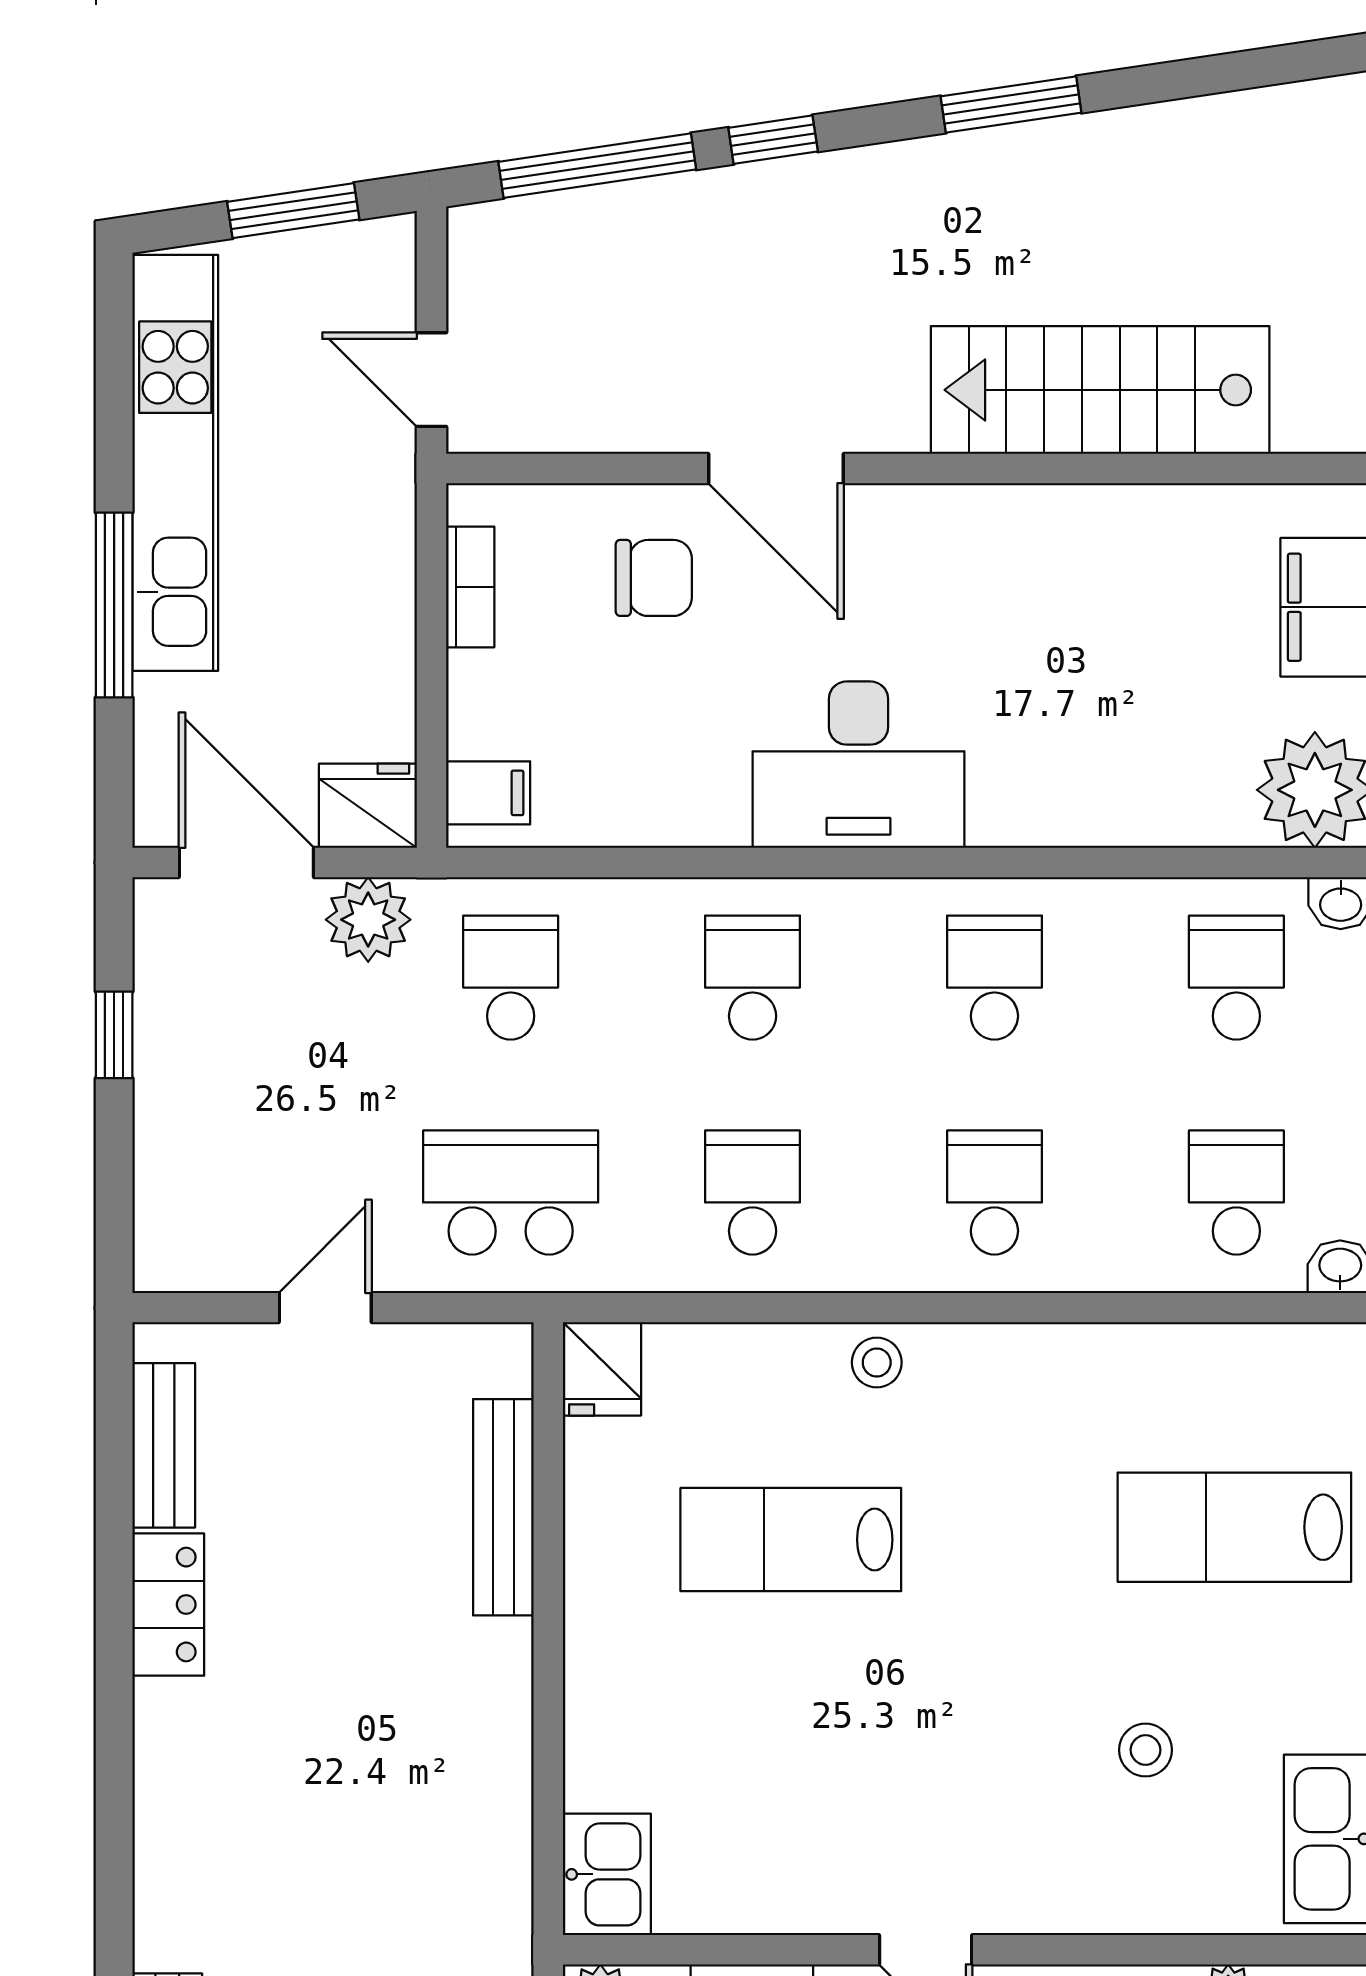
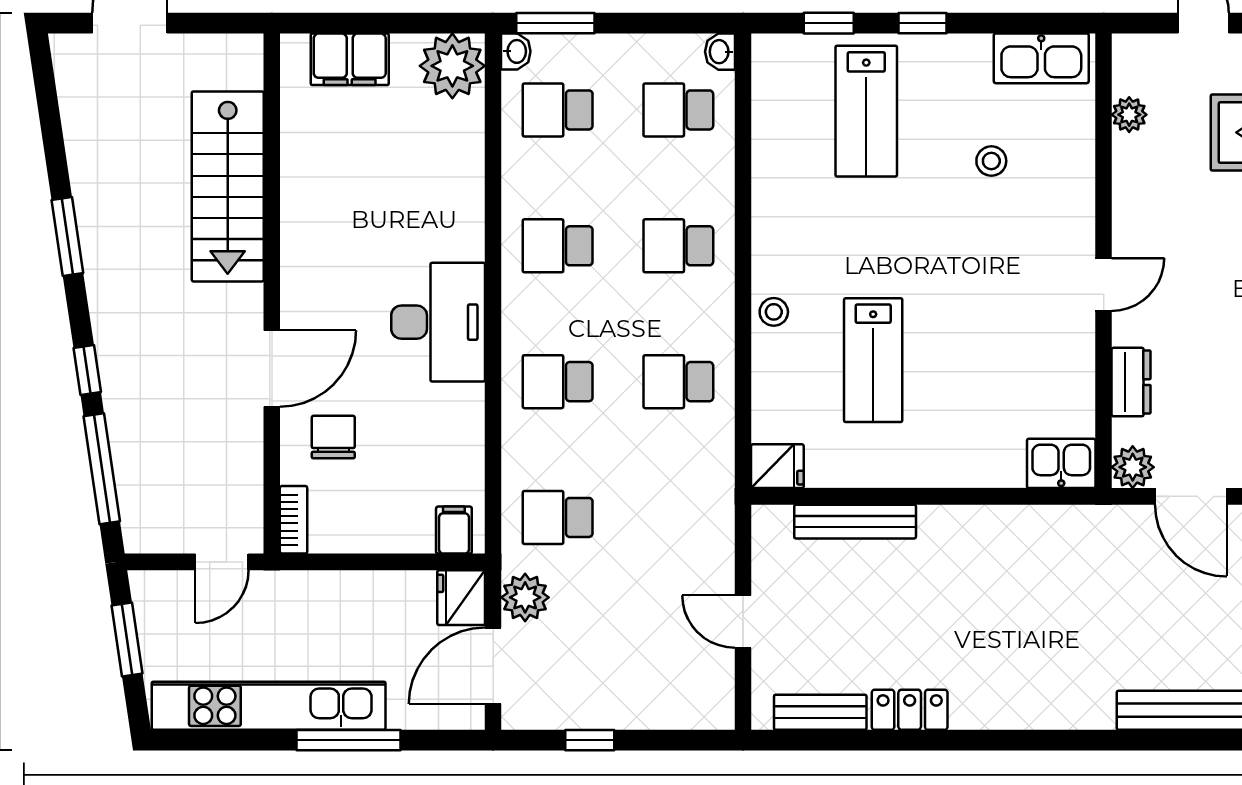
bookcase: (470, 587) -> (294, 520), moved, turned 90
school desk: (511, 1193) -> (678, 517), removed

